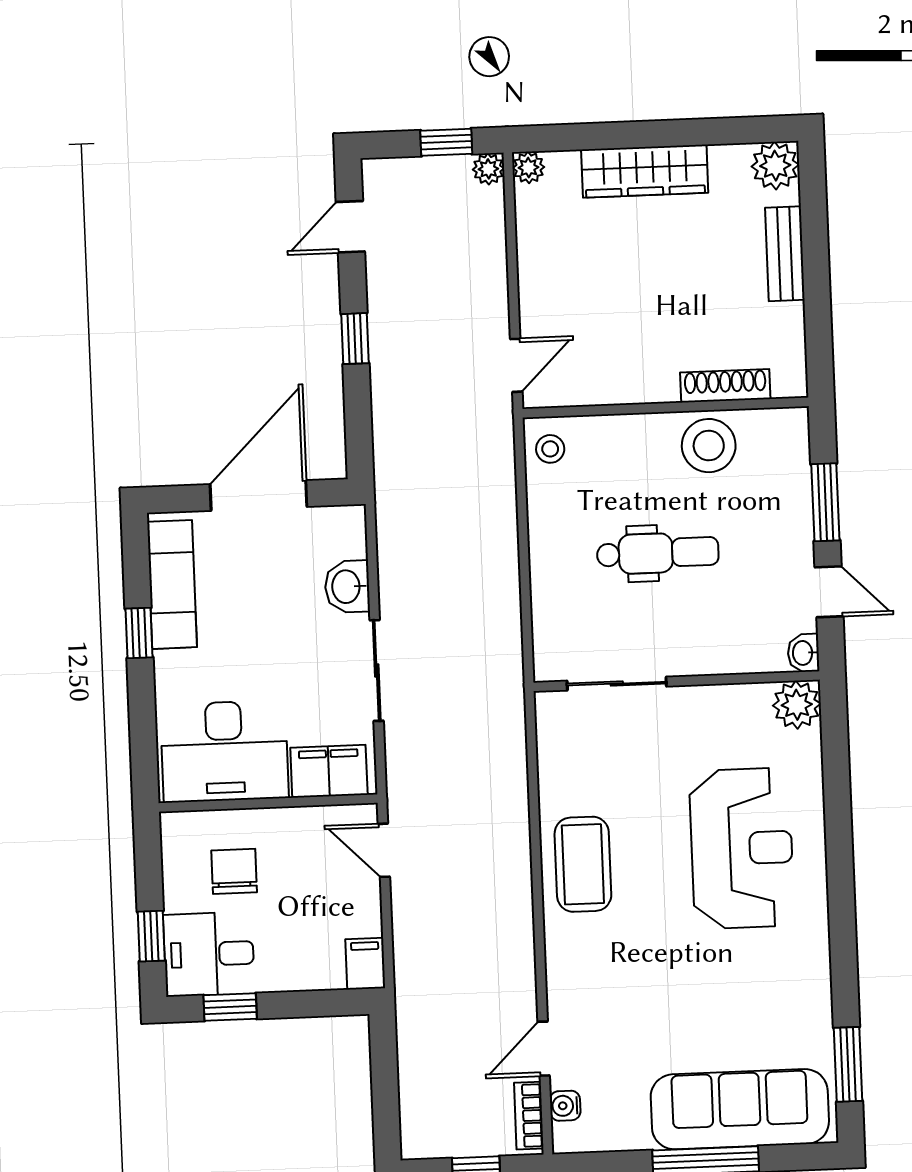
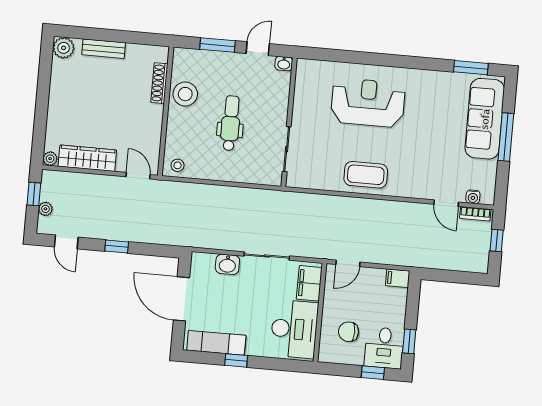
plant: (488, 169) -> (45, 209), moved
wardrobe: (645, 171) -> (87, 158), moved, turned -90
plant: (797, 705) -> (307, 70), removed

